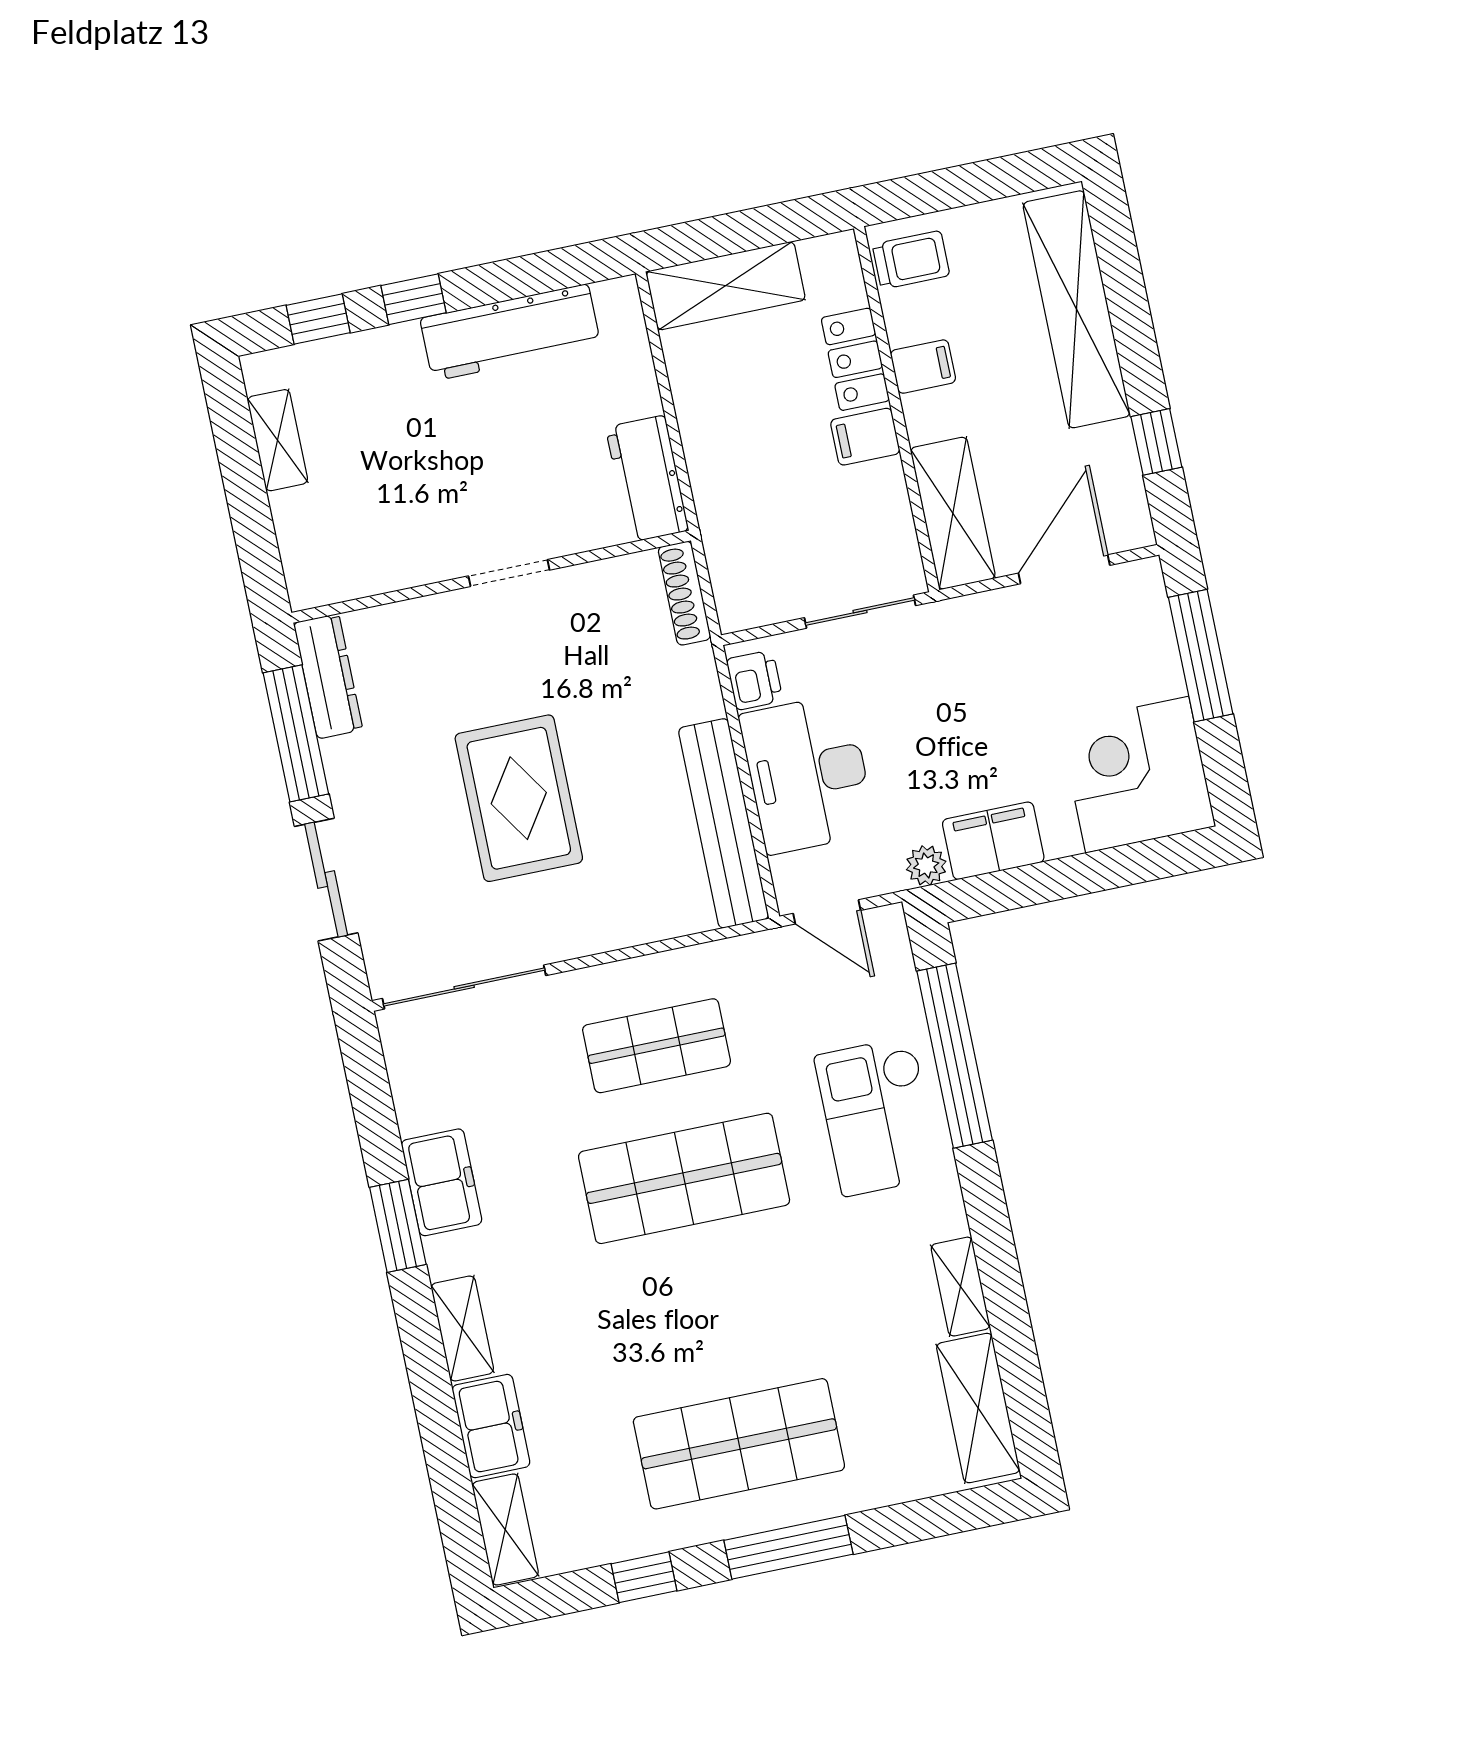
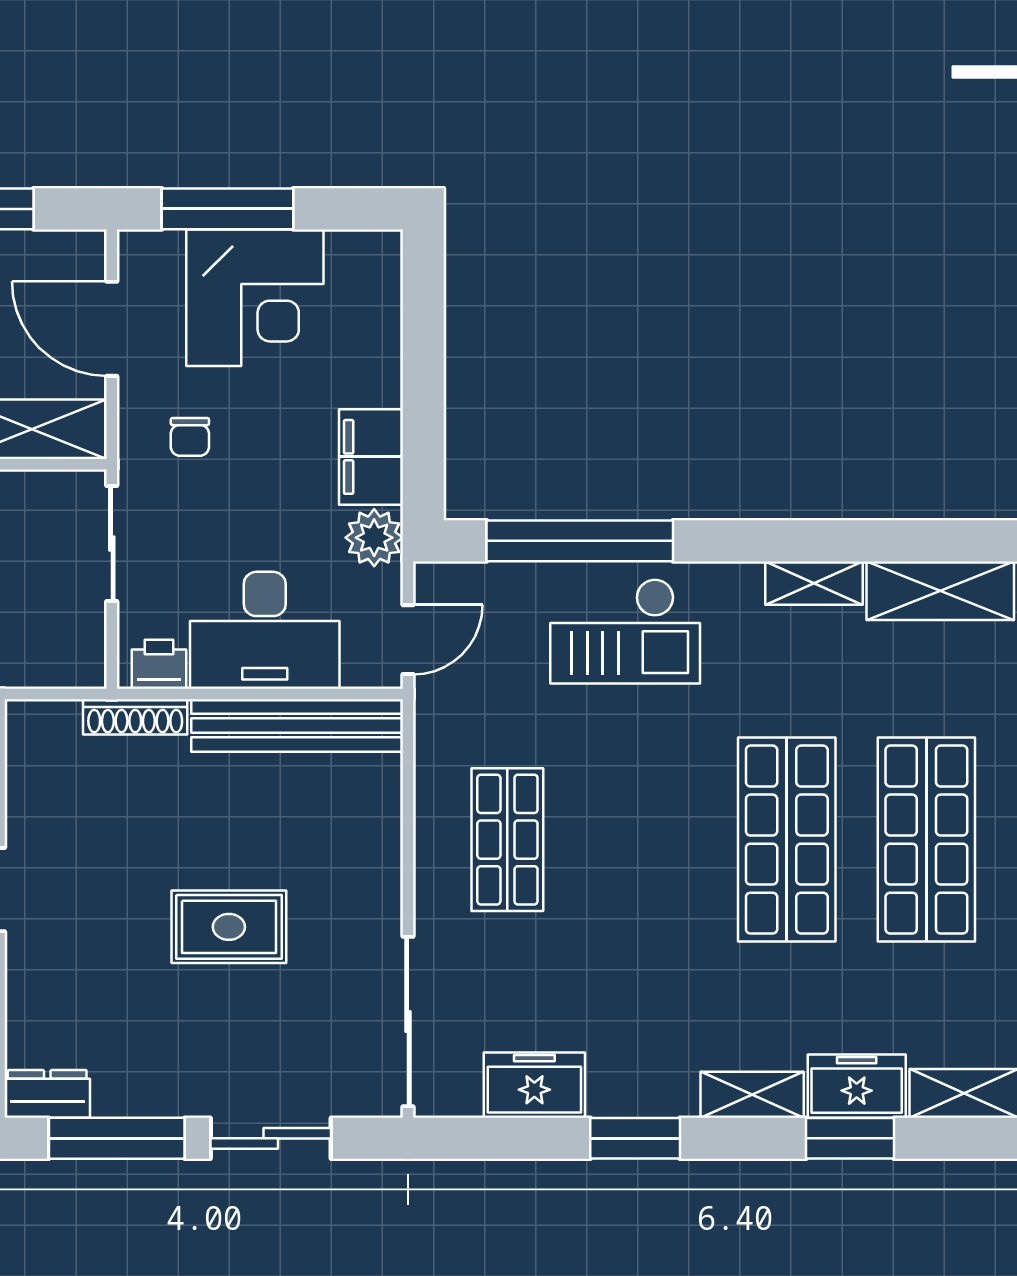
shoe rack: (684, 593) -> (135, 717), moved
chair: (977, 665) -> (190, 437), added
dresser: (328, 676) -> (47, 1094), width x0.70
corner desk: (1137, 775) -> (255, 298), moved, turned -90
rug: (519, 798) -> (229, 927), width x0.73, depth x0.70
plant: (926, 866) -> (374, 538), width x1.38, depth x1.38
shop shelf: (684, 1178) -> (787, 840), moved
freezer: (442, 1182) -> (534, 1085), moved
window: (440, 1430) -> (850, 1138), added

